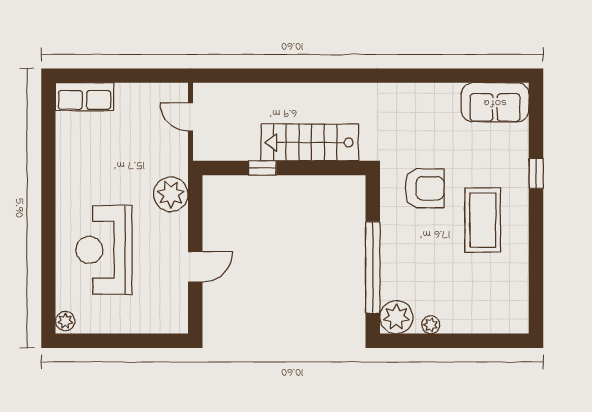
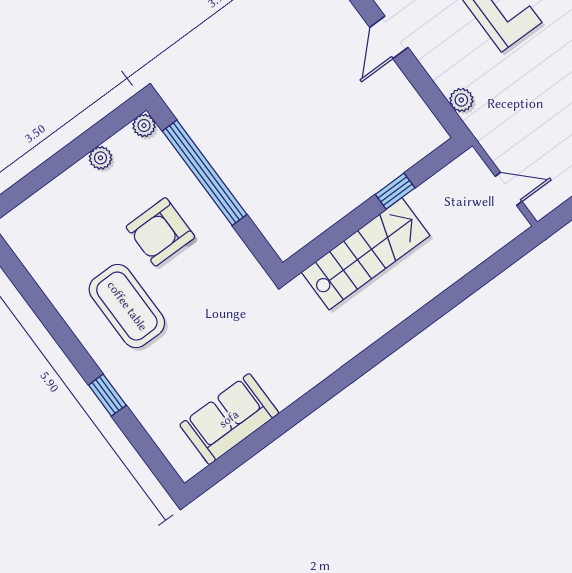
sofa: (495, 102) -> (229, 419), moved
armchair: (425, 188) -> (160, 232), moved
plant: (171, 194) -> (461, 100), width x0.53, depth x0.53
plant: (396, 317) -> (144, 125), width x0.53, depth x0.53

